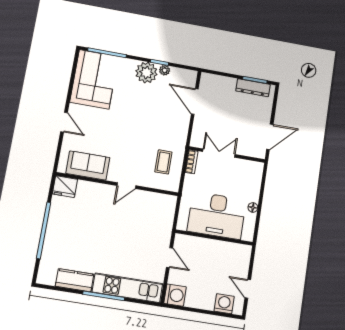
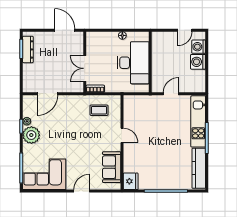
kitchen counter: (75, 280) -> (199, 168), width x1.50
washing machine: (175, 295) -> (198, 62), moved, turned -90

